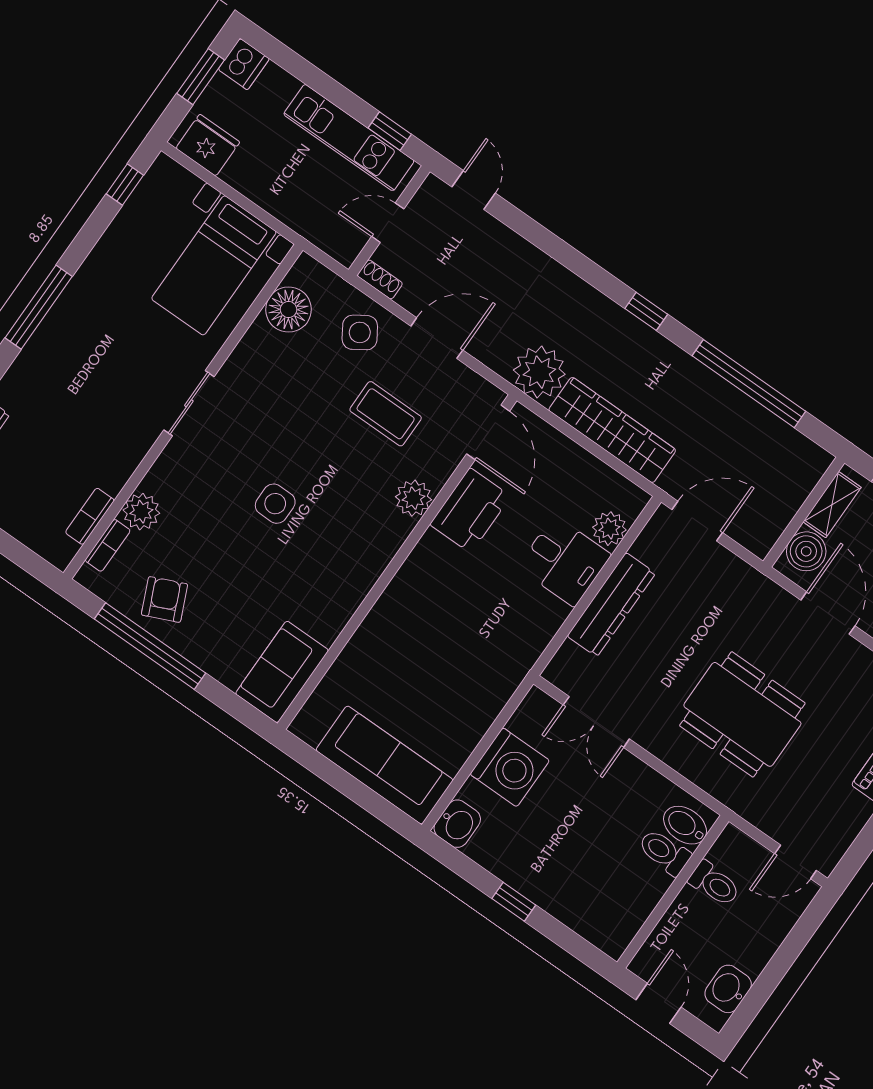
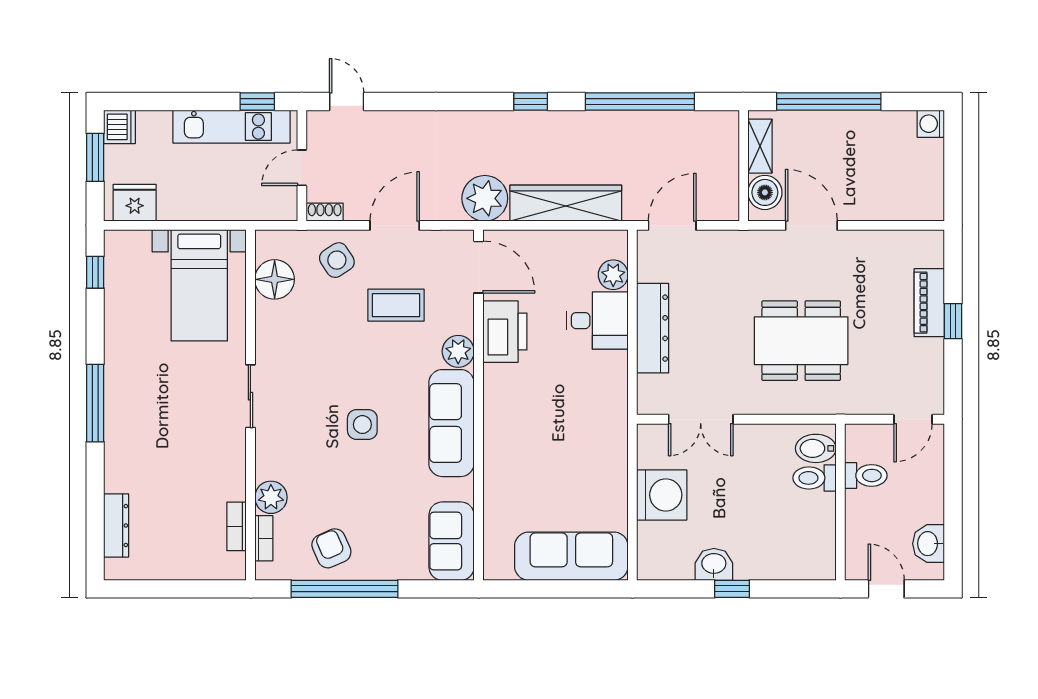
sofa: (360, 561) -> (451, 423), added
washbasin: (457, 824) -> (714, 564), moved, turned -90

